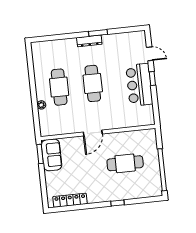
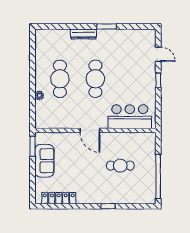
dresser: (89, 41) -> (83, 34), moved
bar counter: (139, 85) -> (130, 117), moved, turned 90
door: (93, 133) -> (90, 130), hinge flipped
sofa: (51, 155) -> (44, 161), moved
cafe table: (125, 163) -> (120, 166), width x0.73, depth x0.74

